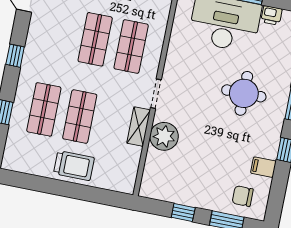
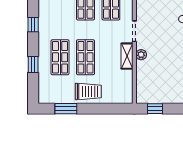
plant: (164, 136) -> (141, 55), width x0.53, depth x0.53
window: (38, 183) -> (66, 109), added
window: (183, 213) -> (155, 109), moved

